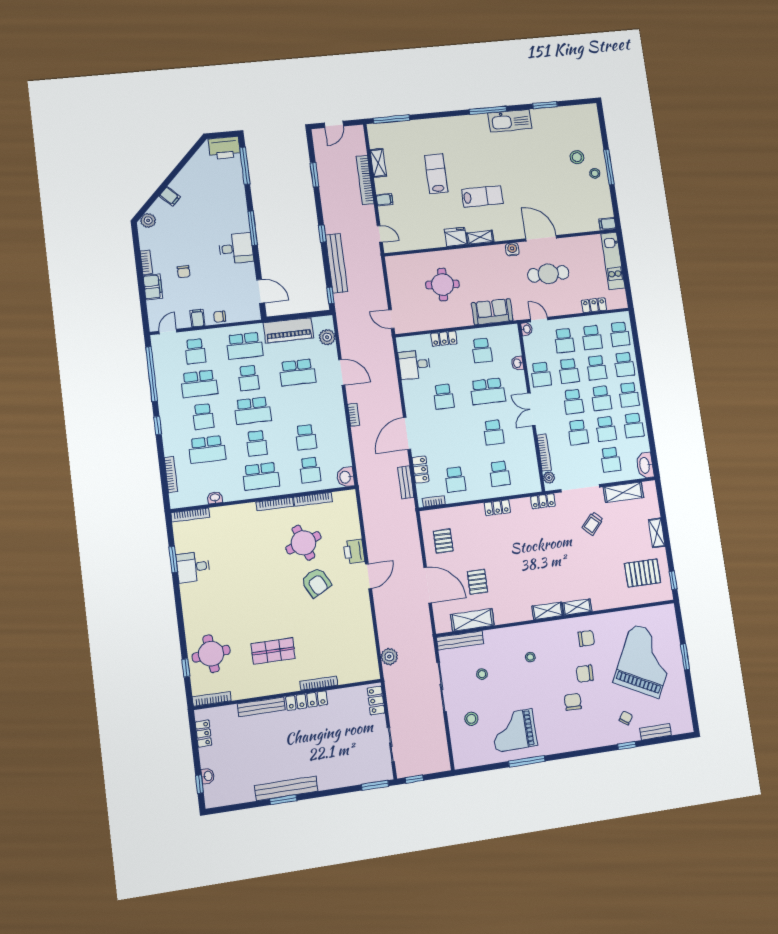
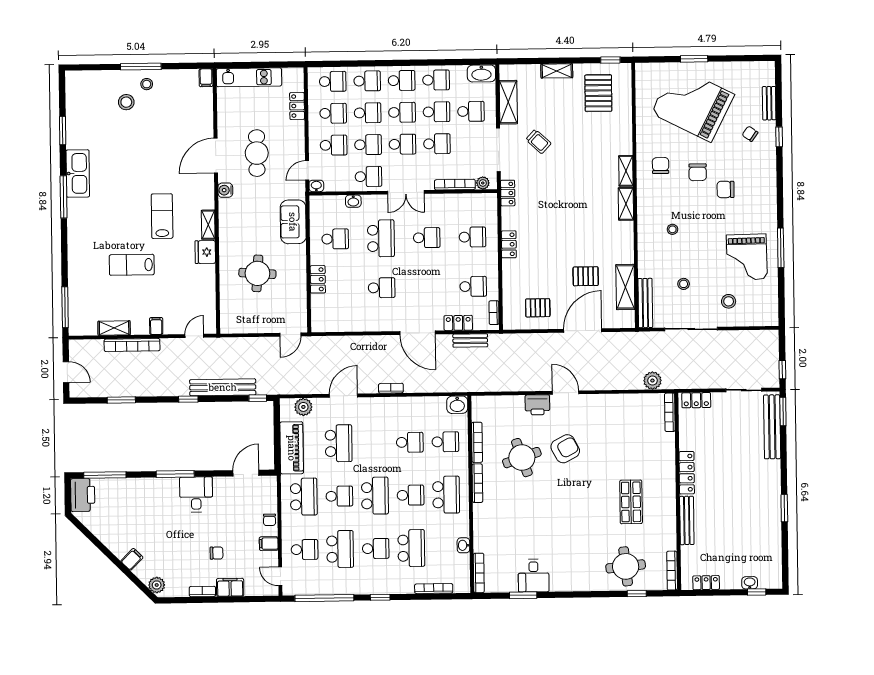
desk: (414, 365) -> (343, 315), removed
bookcase: (319, 683) -> (670, 412), moved
bench: (286, 788) -> (772, 427), moved

